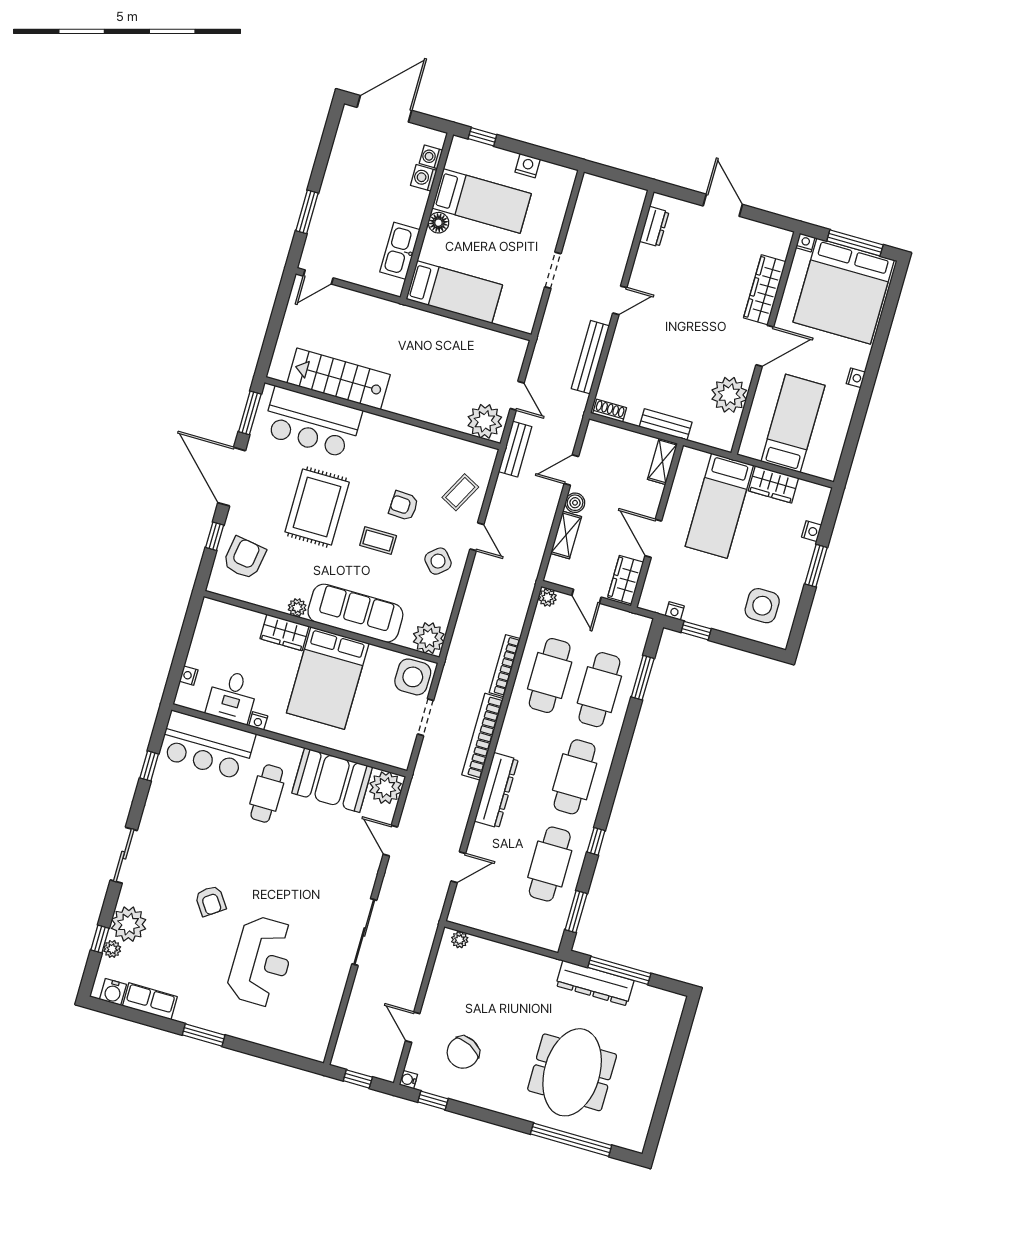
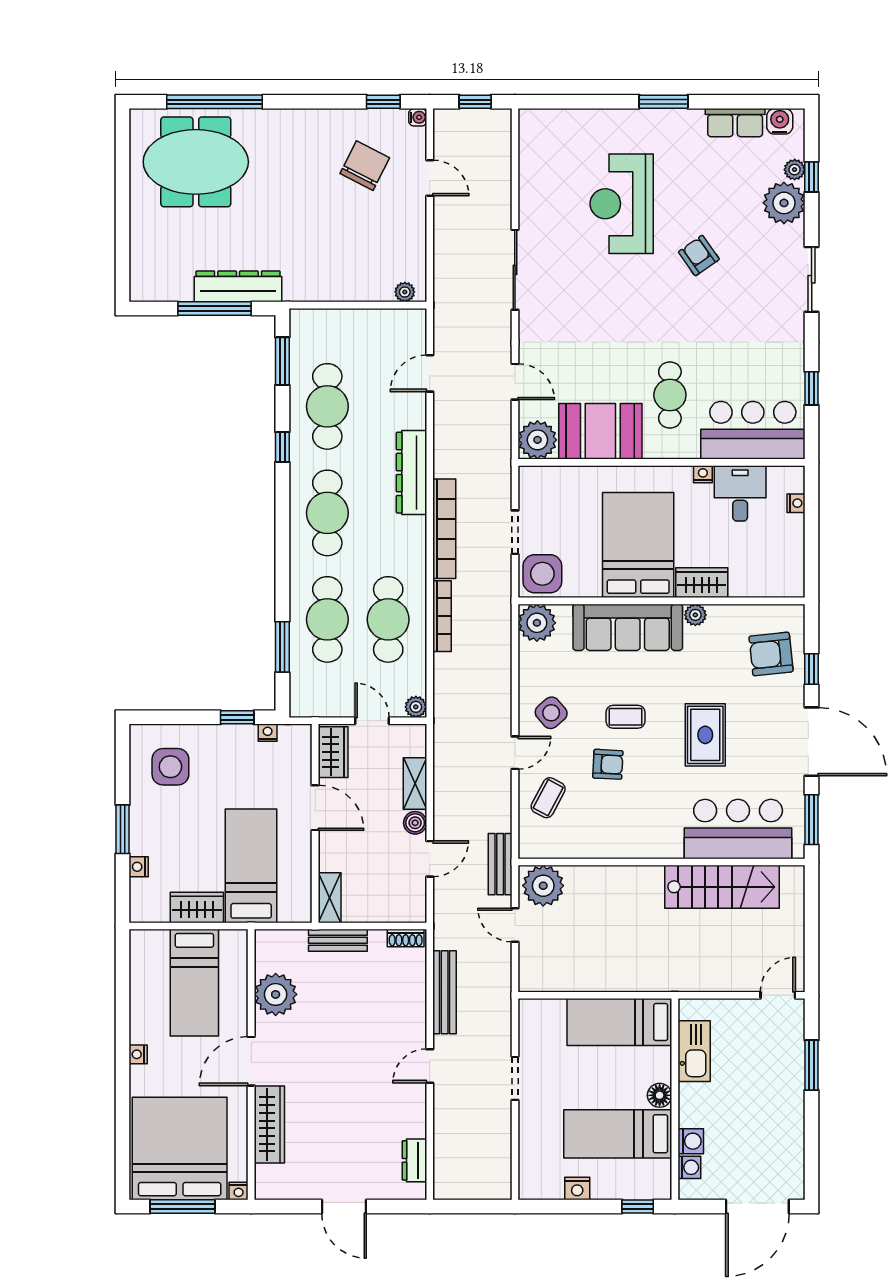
rug: (317, 507) -> (705, 735), width x0.73, depth x0.70
door: (477, 537) -> (515, 753), swing flipped
armchair: (244, 558) -> (771, 654), turned 75
meeting table: (572, 1072) -> (196, 162), moved, turned 90

